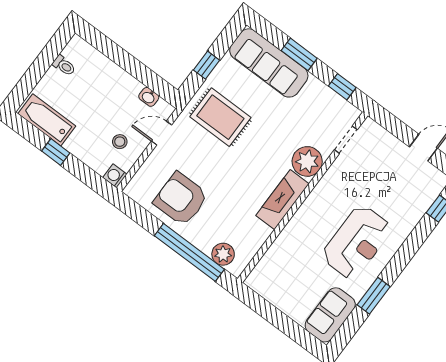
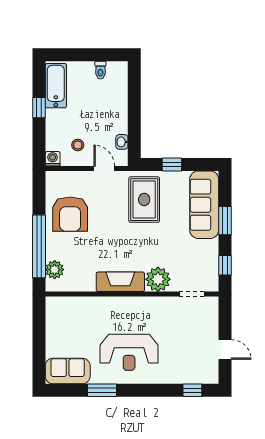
armchair: (181, 199) -> (70, 214), turned 180

